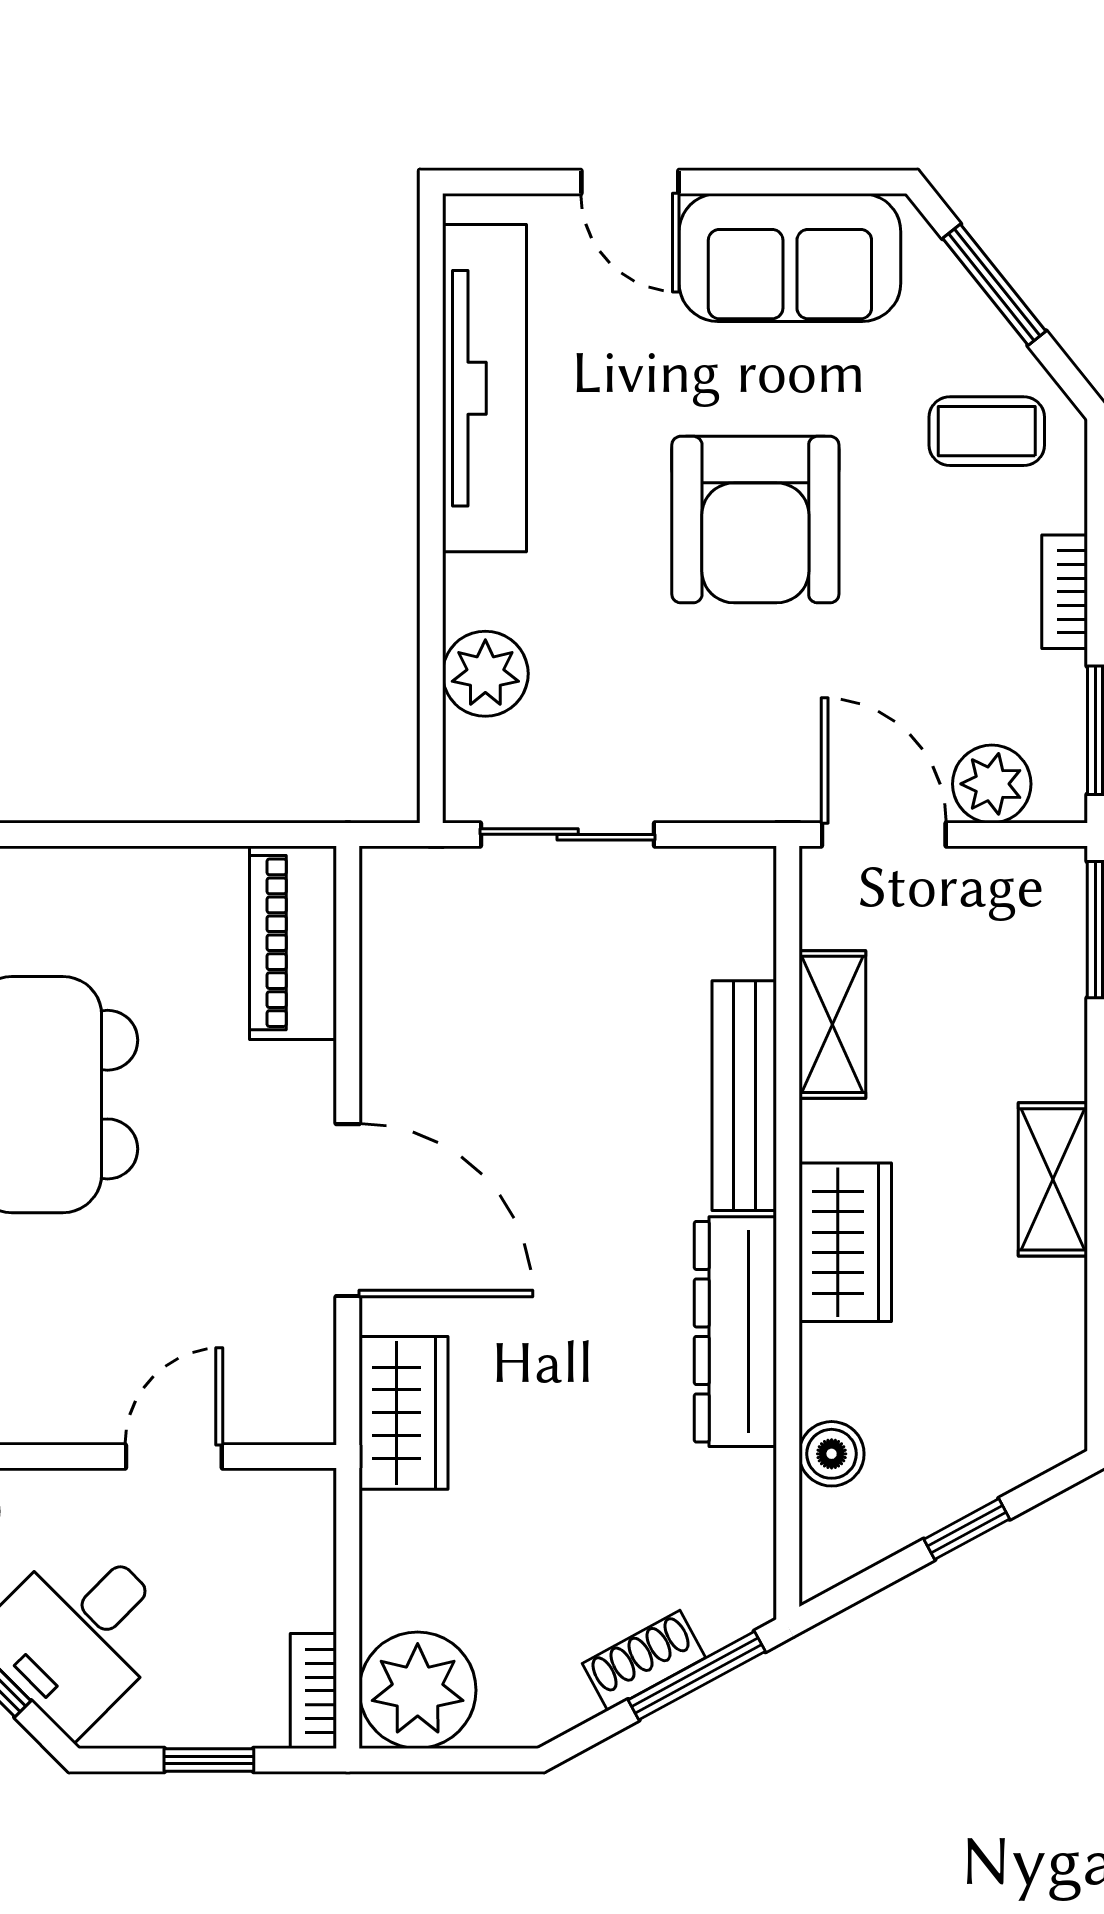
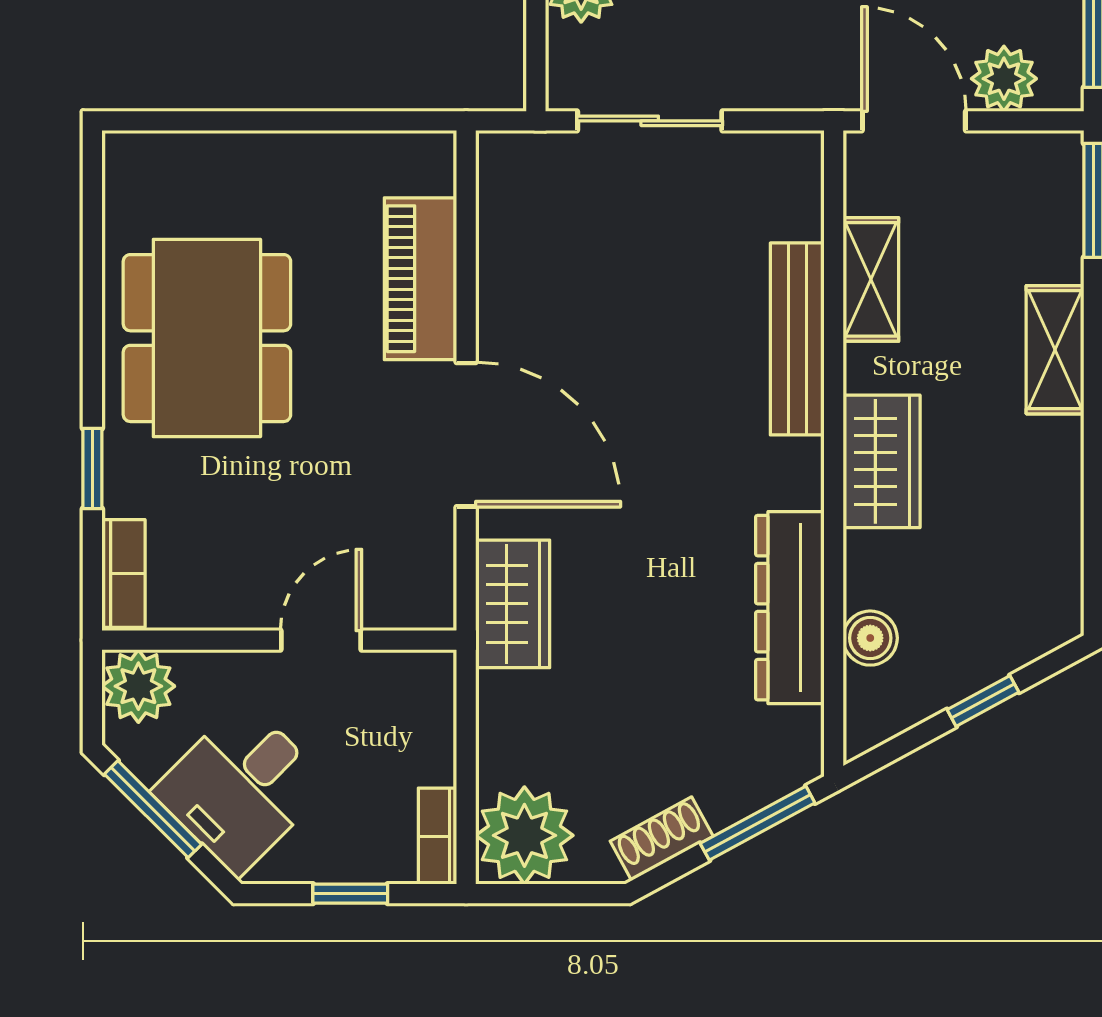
piano: (293, 943) -> (421, 279), moved
shelving: (1053, 1179) -> (1055, 350), moved
dresser: (735, 1332) -> (790, 608), moved
shoe rack: (644, 1661) -> (662, 839), moved

